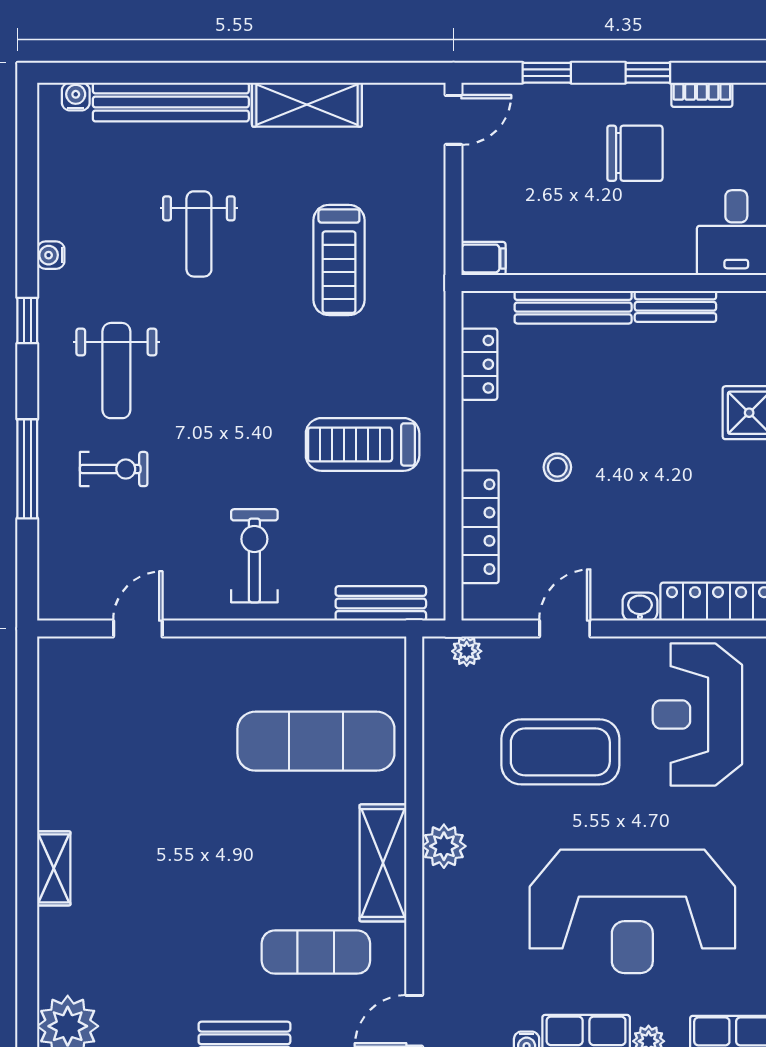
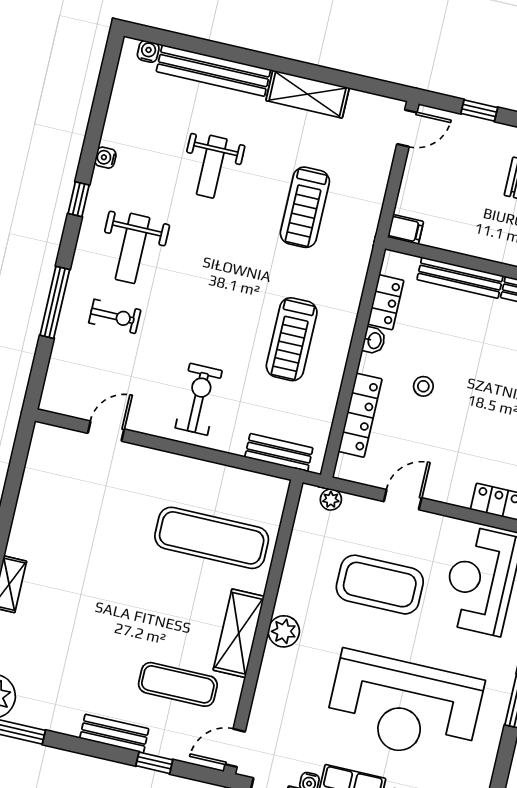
treadmill: (363, 444) -> (292, 339), turned -90
washbasin: (640, 607) -> (374, 341), moved, turned 90

